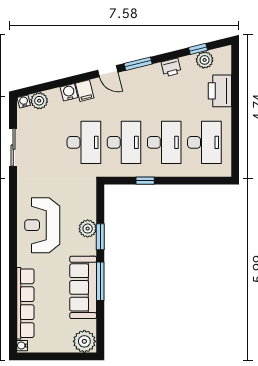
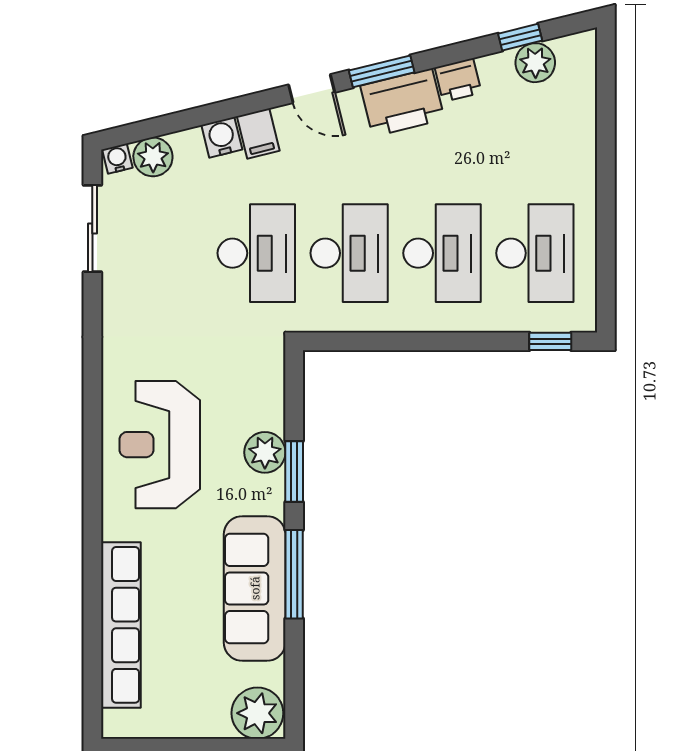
printer: (220, 91) -> (402, 103), moved, turned -104
sliding door: (13, 147) -> (92, 229), moved
window: (145, 181) -> (550, 341), moved
water cooler: (22, 346) -> (113, 723), removed

